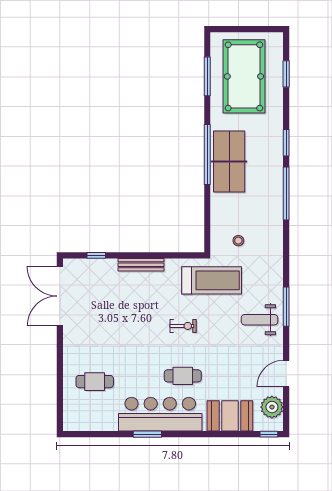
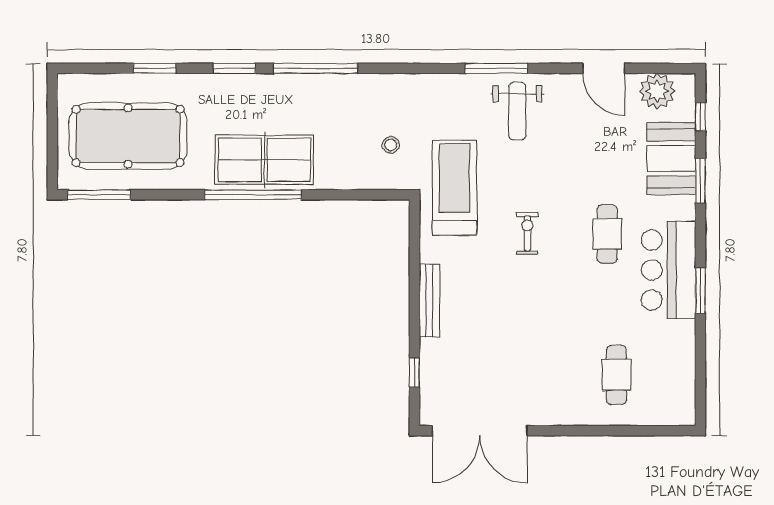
window: (286, 74) -> (155, 68), moved
window: (207, 76) -> (99, 195), moved
bar counter: (160, 414) -> (669, 270), width x0.73
window: (216, 434) -> (700, 181), added
window: (269, 434) -> (700, 117), moved

